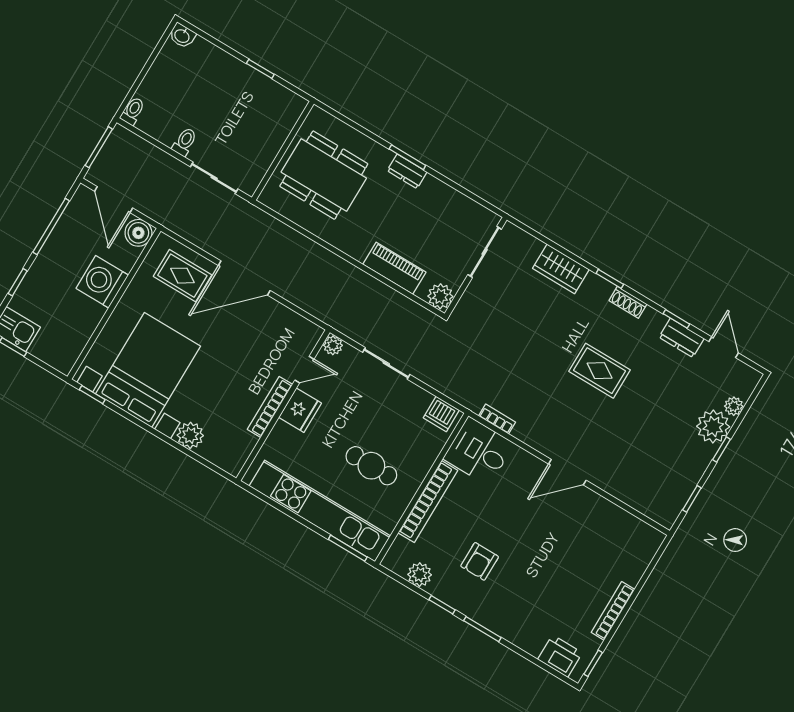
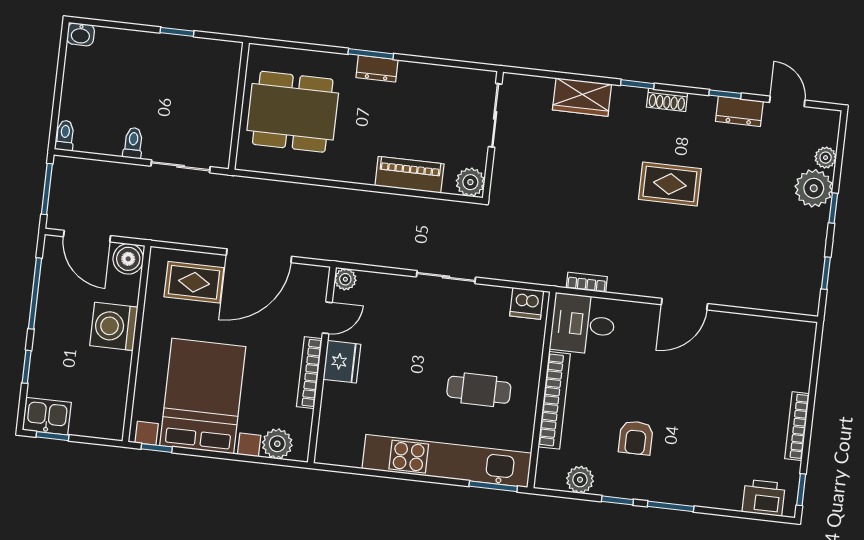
plant: (333, 345) -> (345, 279), moved
door: (304, 370) -> (327, 318), moved
wall: (283, 405) -> (322, 365), moved
bookcase: (270, 407) -> (309, 373), moved
fridge: (300, 410) -> (342, 362), moved

